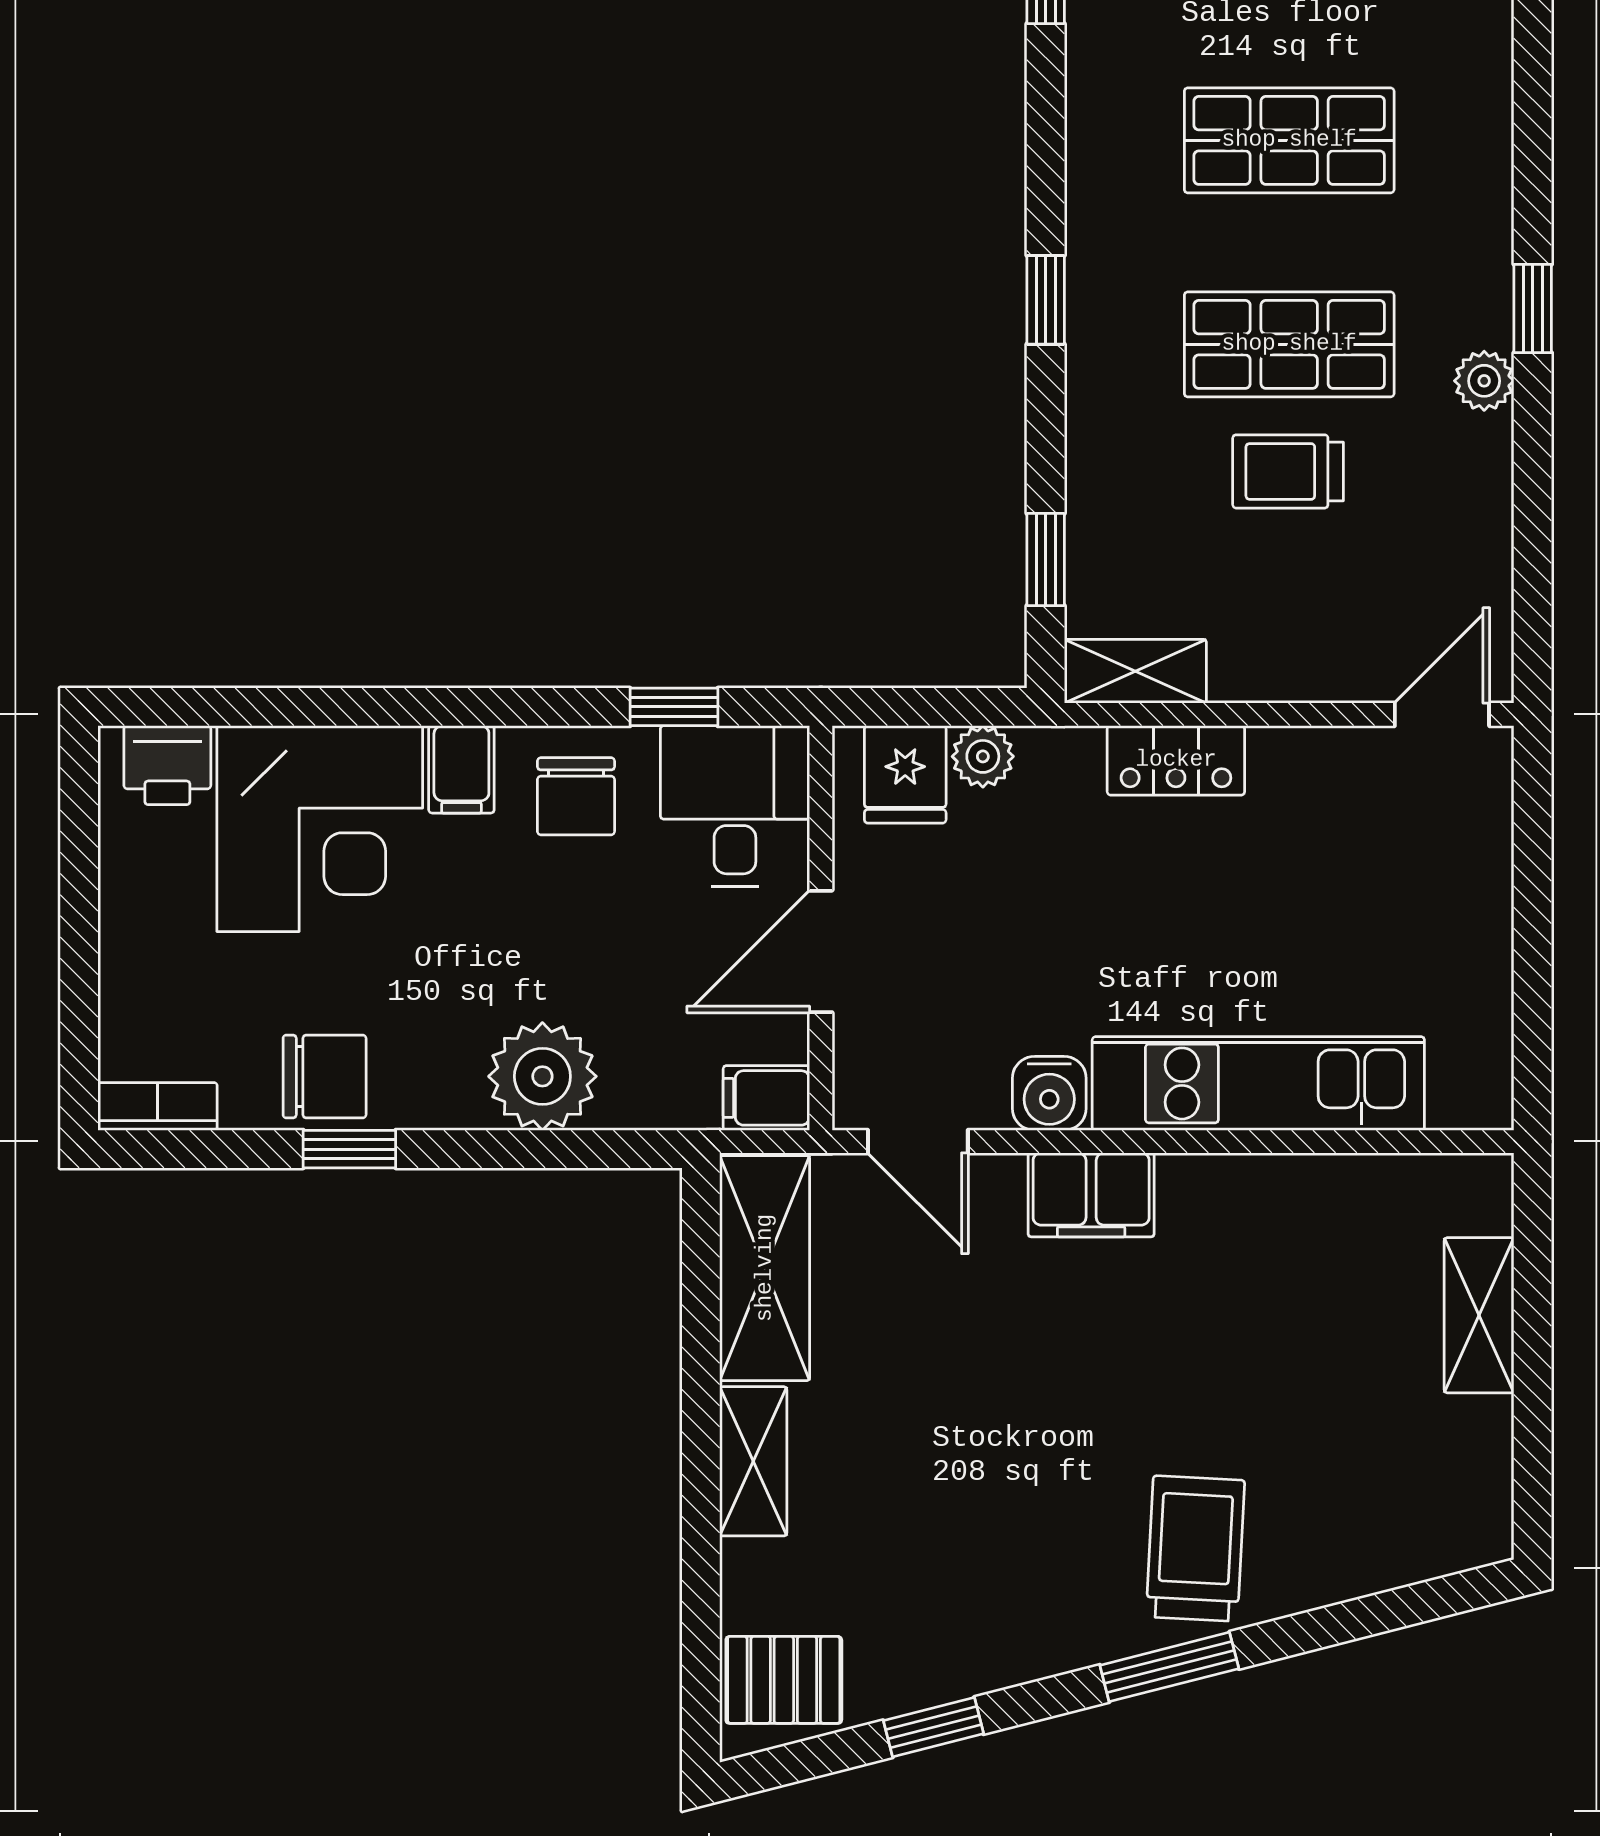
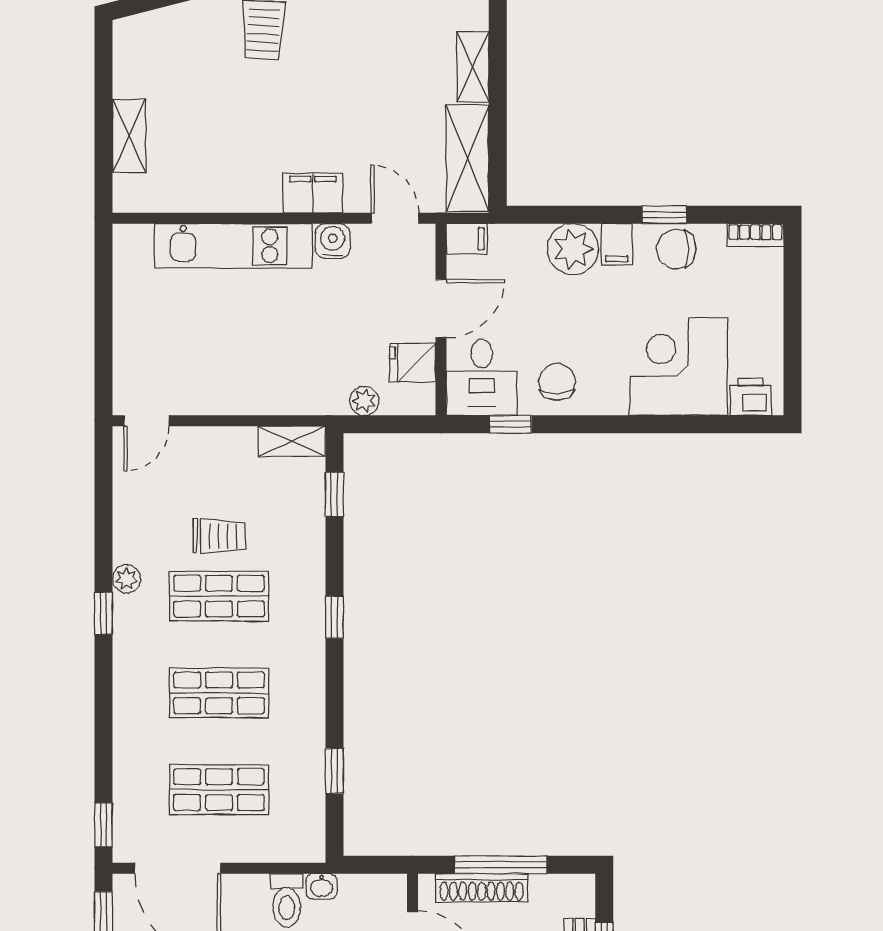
locker: (1176, 760) -> (273, 399), removed
filing cabinet: (461, 769) -> (617, 244), moved, turned 180
fridge: (905, 774) -> (413, 363), moved, turned -90

